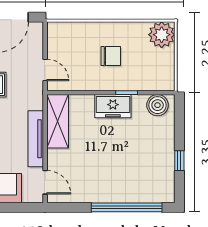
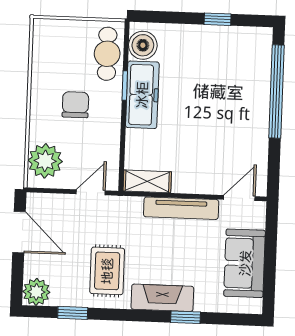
plant: (162, 35) -> (45, 161), moved
cafe table: (150, 78) -> (107, 54), added
freezer: (113, 106) -> (142, 95), width x1.40
shelving: (58, 121) -> (147, 181), width x0.67, depth x0.75

